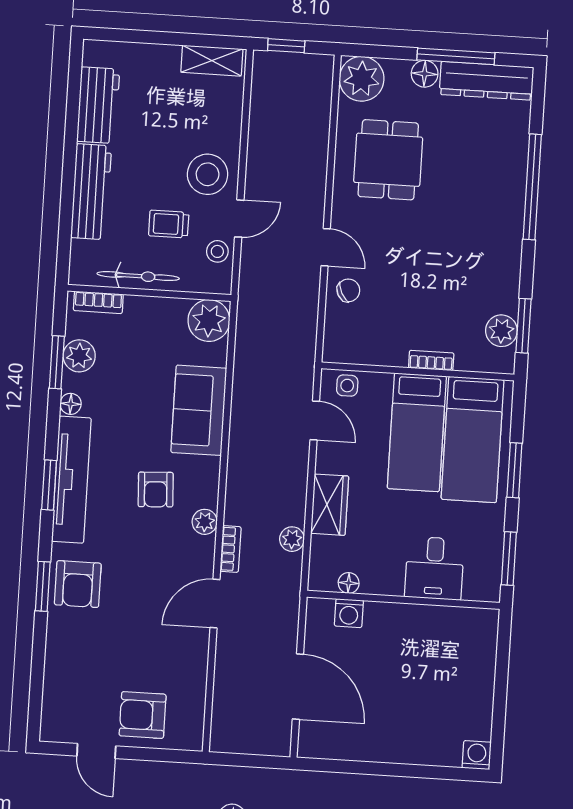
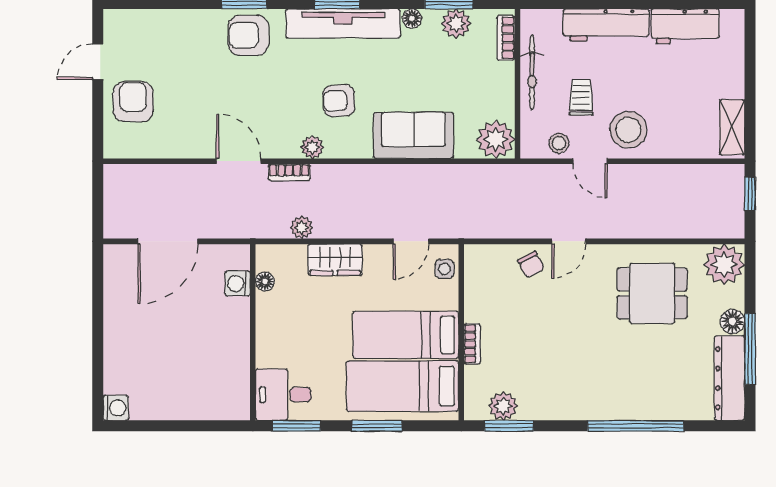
desk: (434, 568) -> (283, 395), moved

